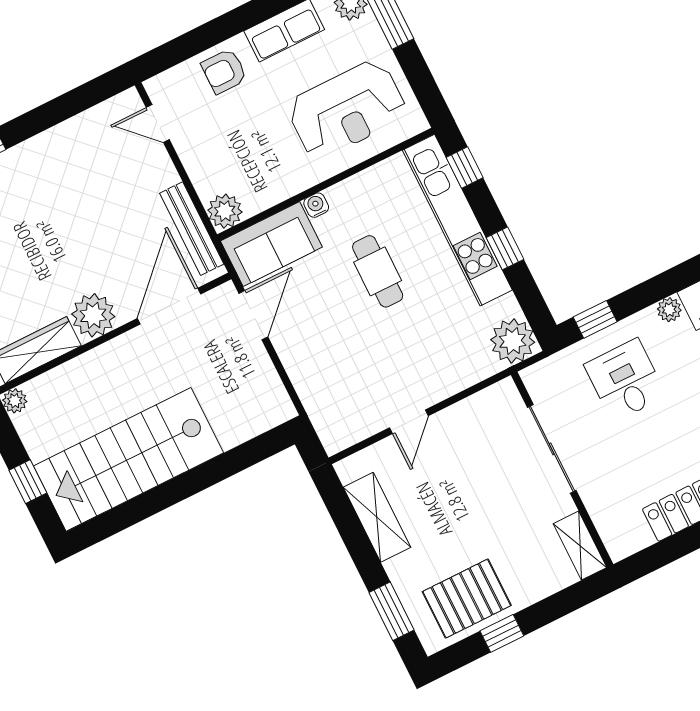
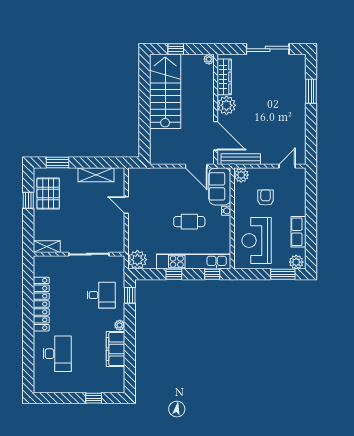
armchair: (224, 71) -> (266, 198), moved

